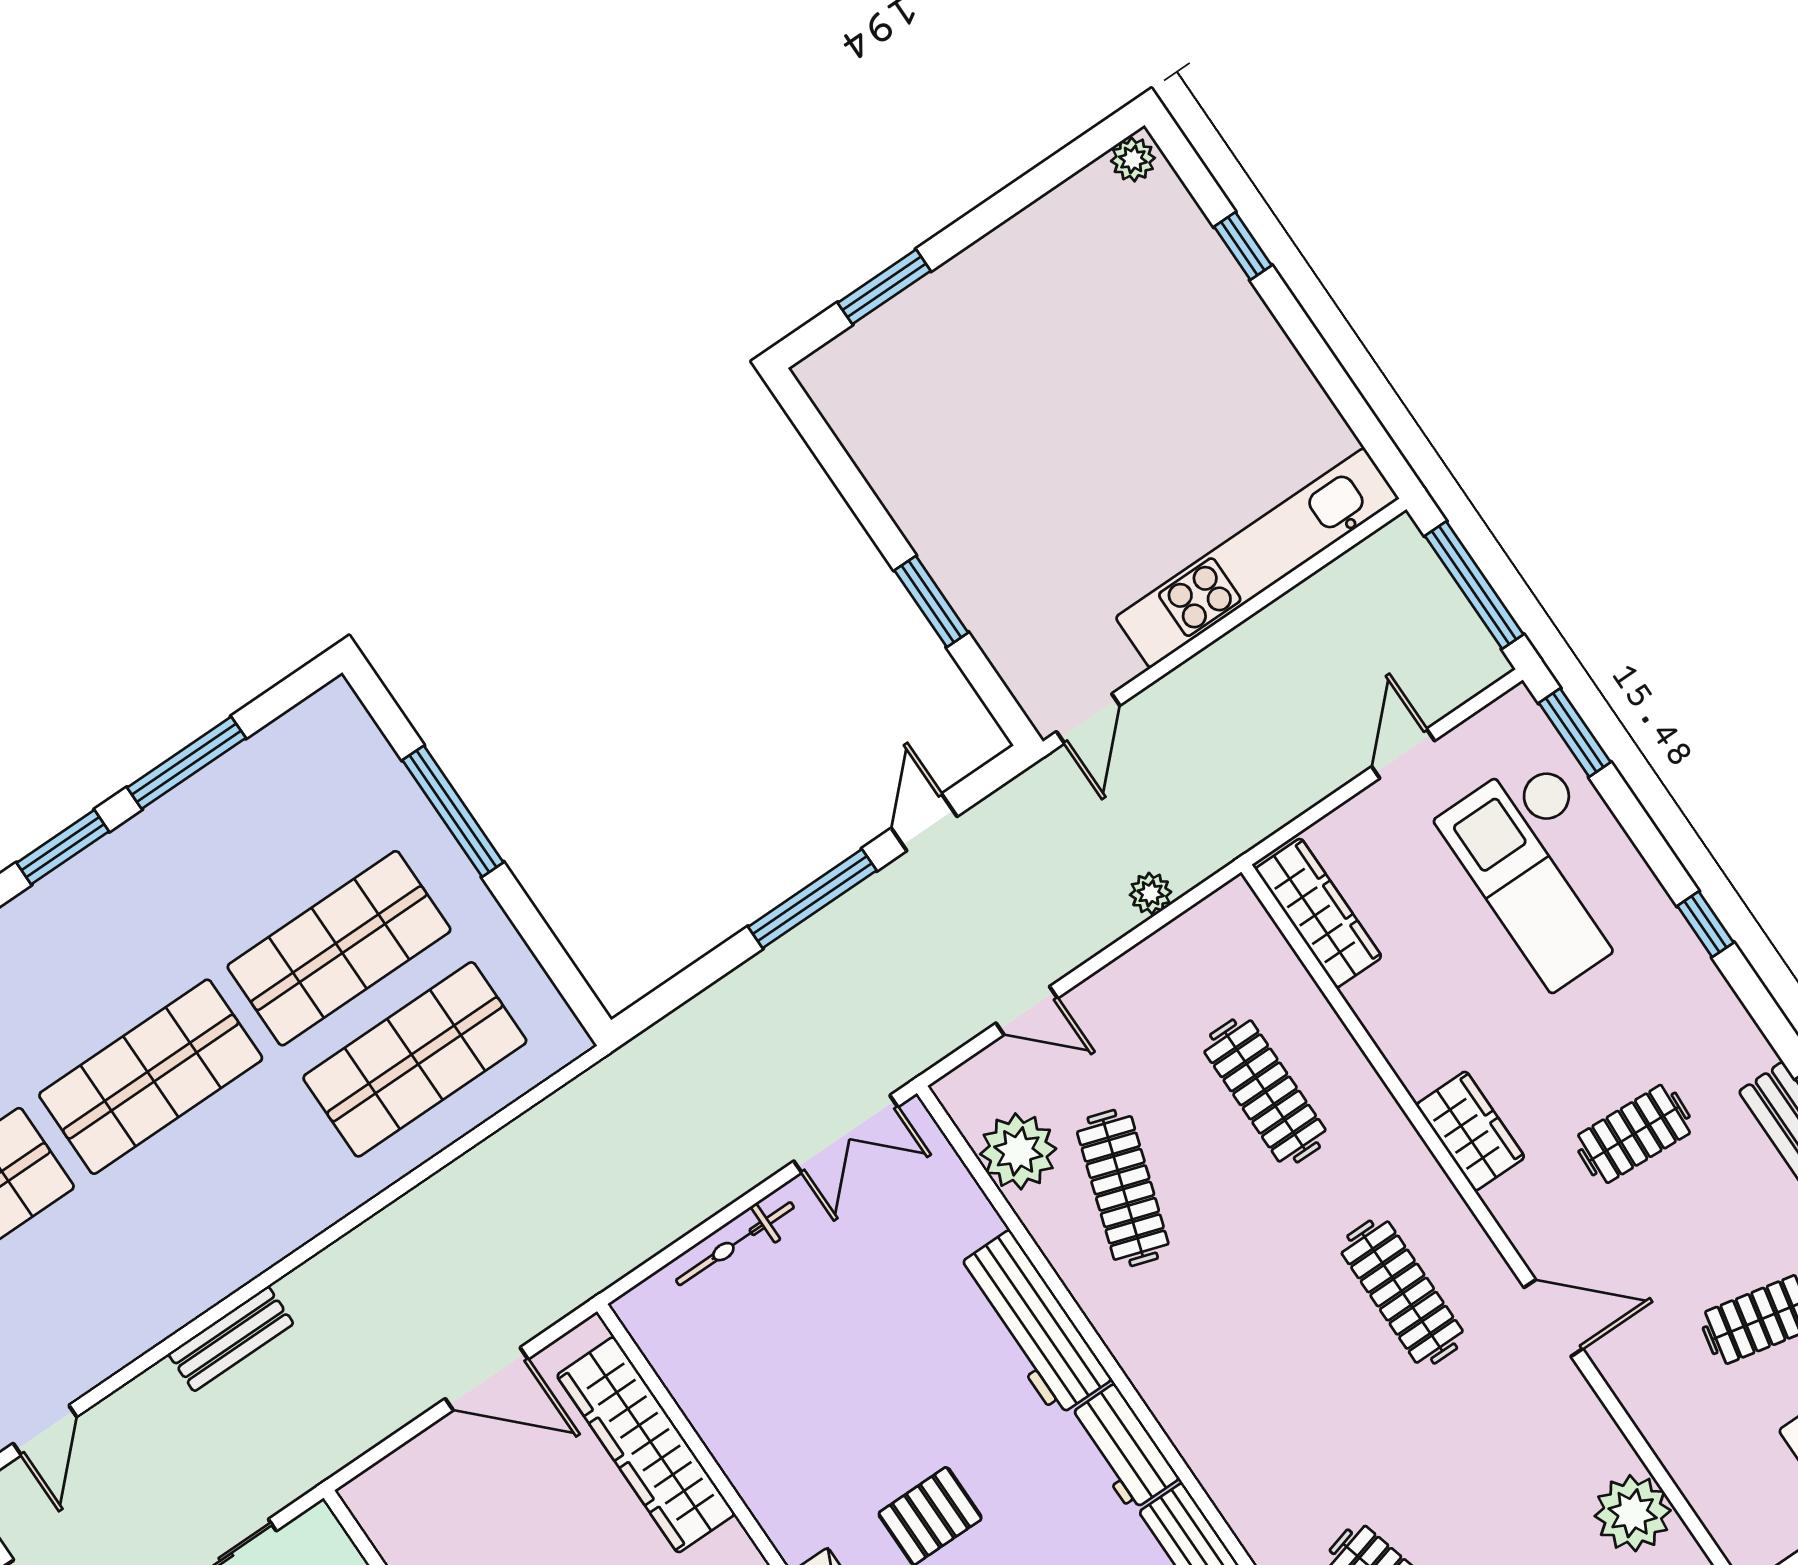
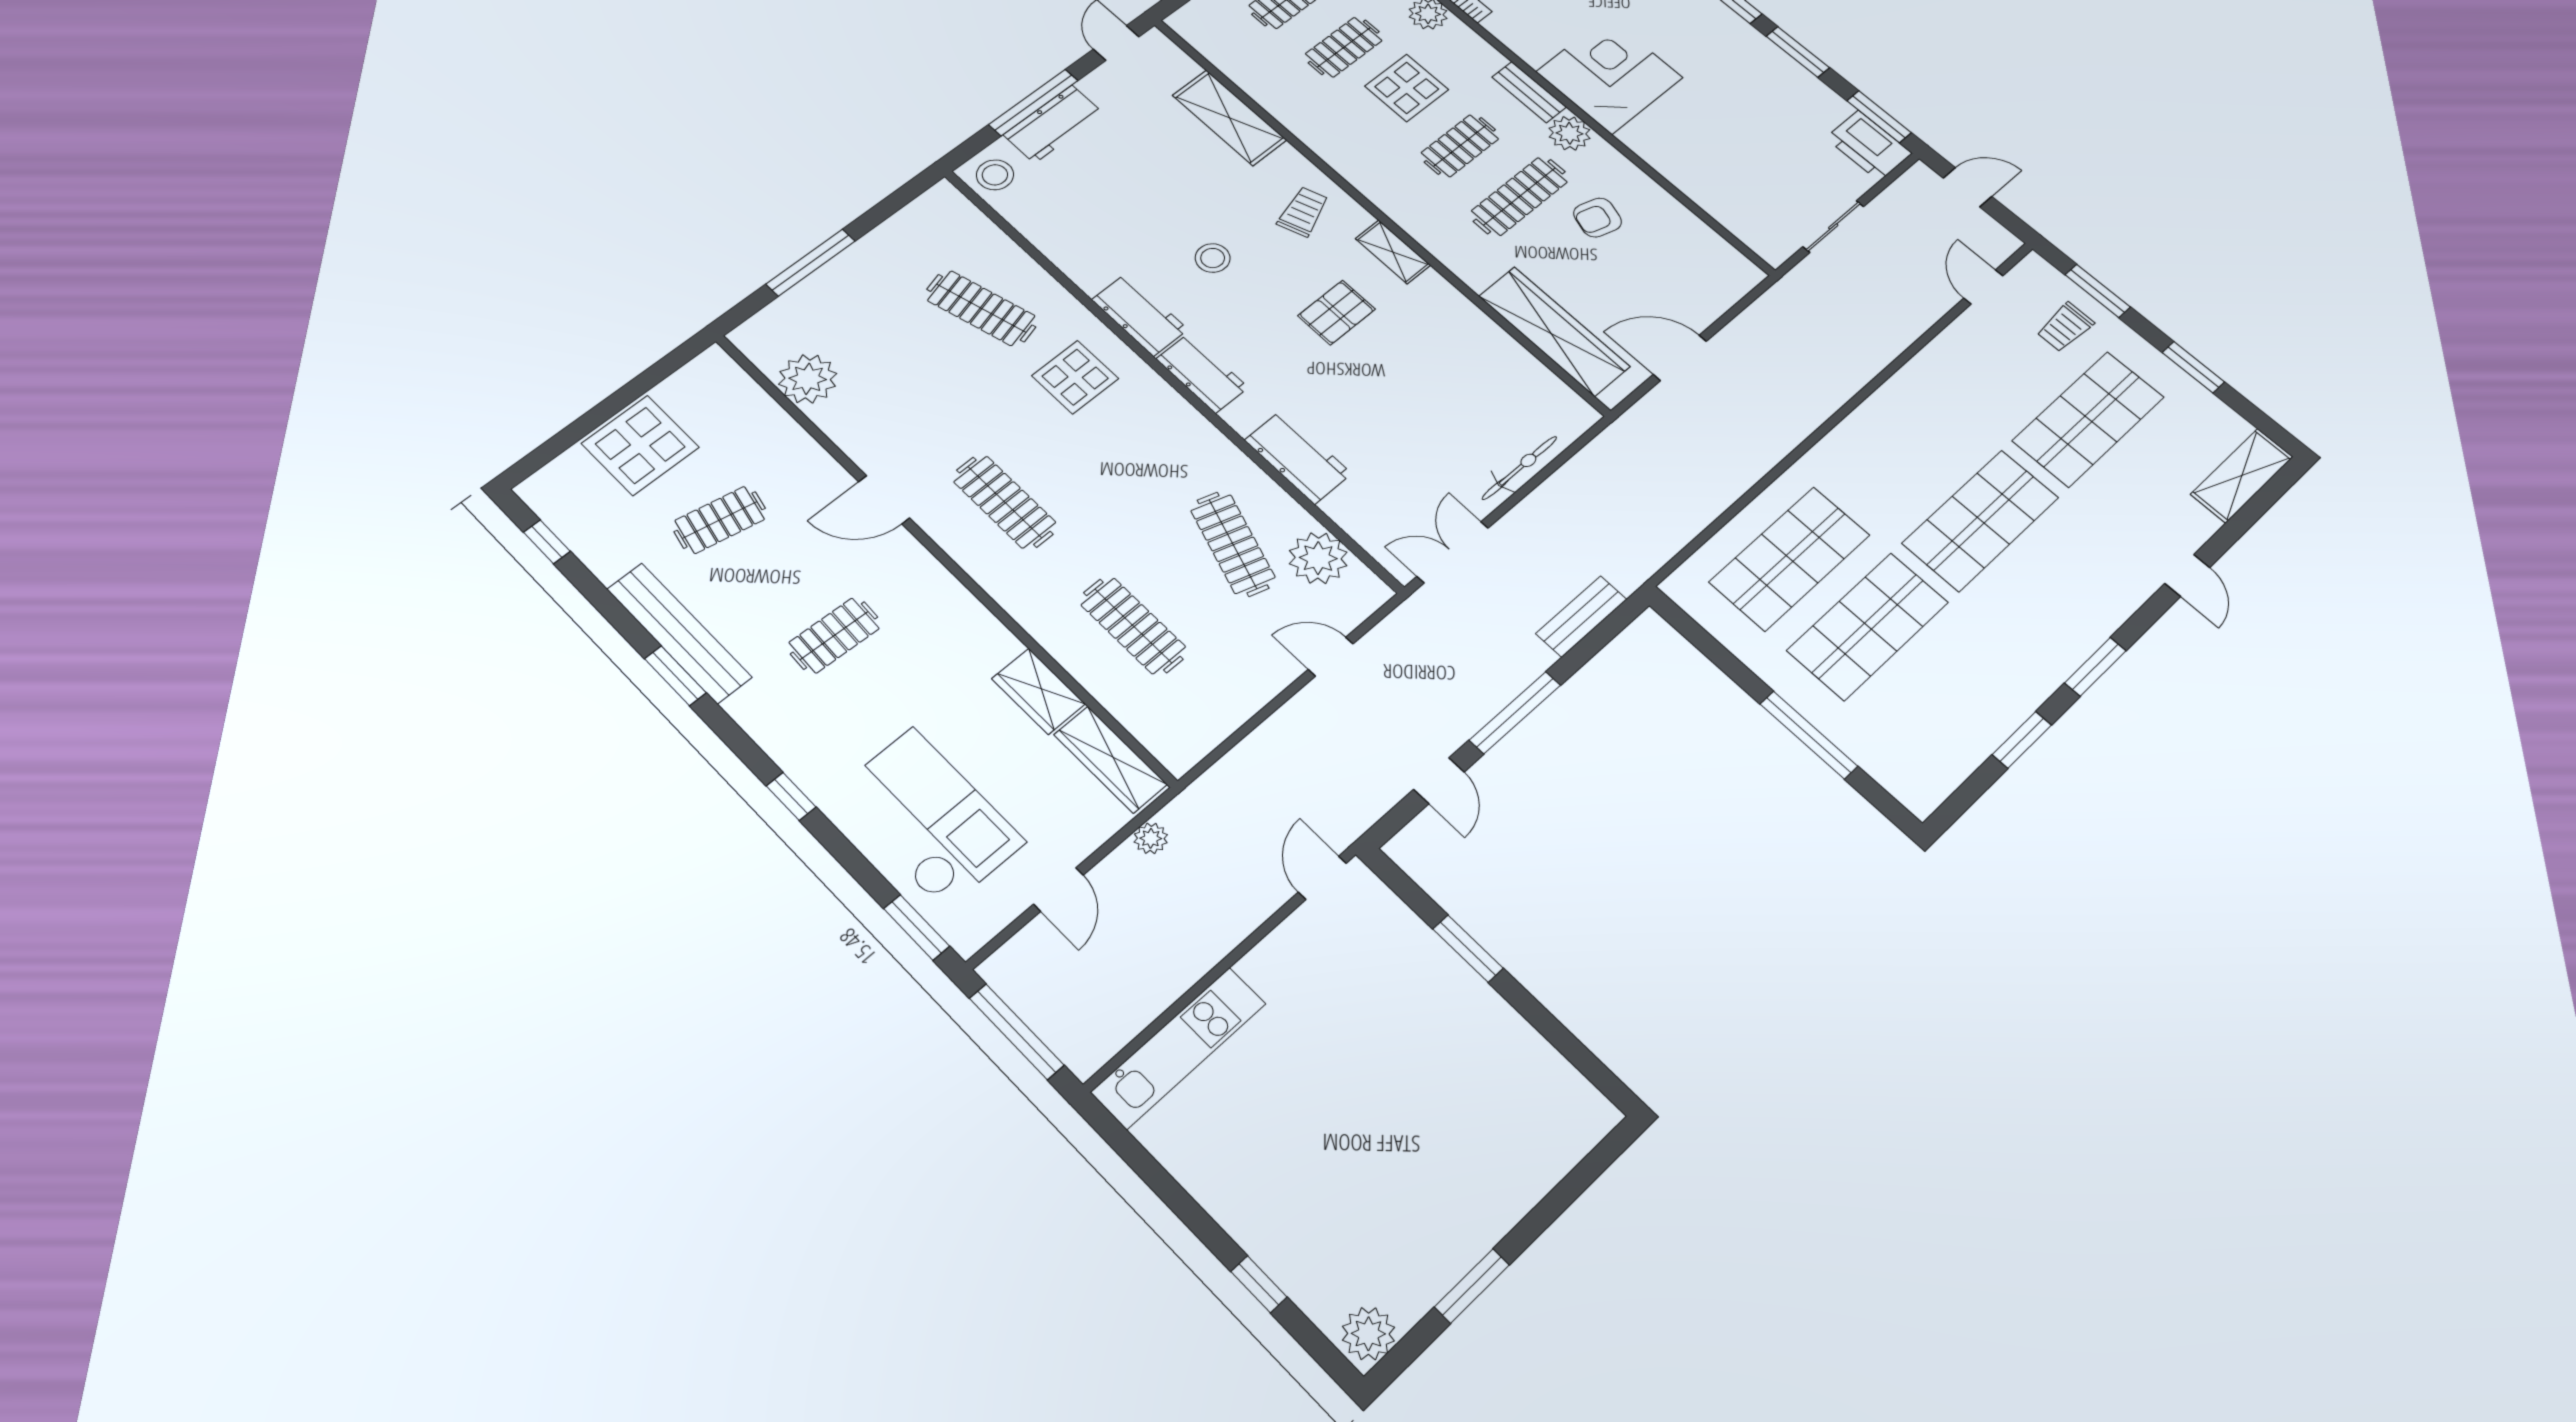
plant: (1133, 159) -> (1368, 1334), width x1.38, depth x1.38
window: (884, 287) -> (1472, 1286), moved
kitchen unit: (1257, 558) -> (1179, 1048), width x0.73
window: (186, 763) -> (2022, 740), width x0.69
plant: (1151, 893) -> (1151, 838), moved
wardrobe: (1470, 1131) -> (1038, 691), moved
workbench: (1033, 1323) -> (1298, 457), width x0.73
bench: (231, 1339) -> (1581, 616), moved
display table: (1288, 1465) -> (1075, 377), added

